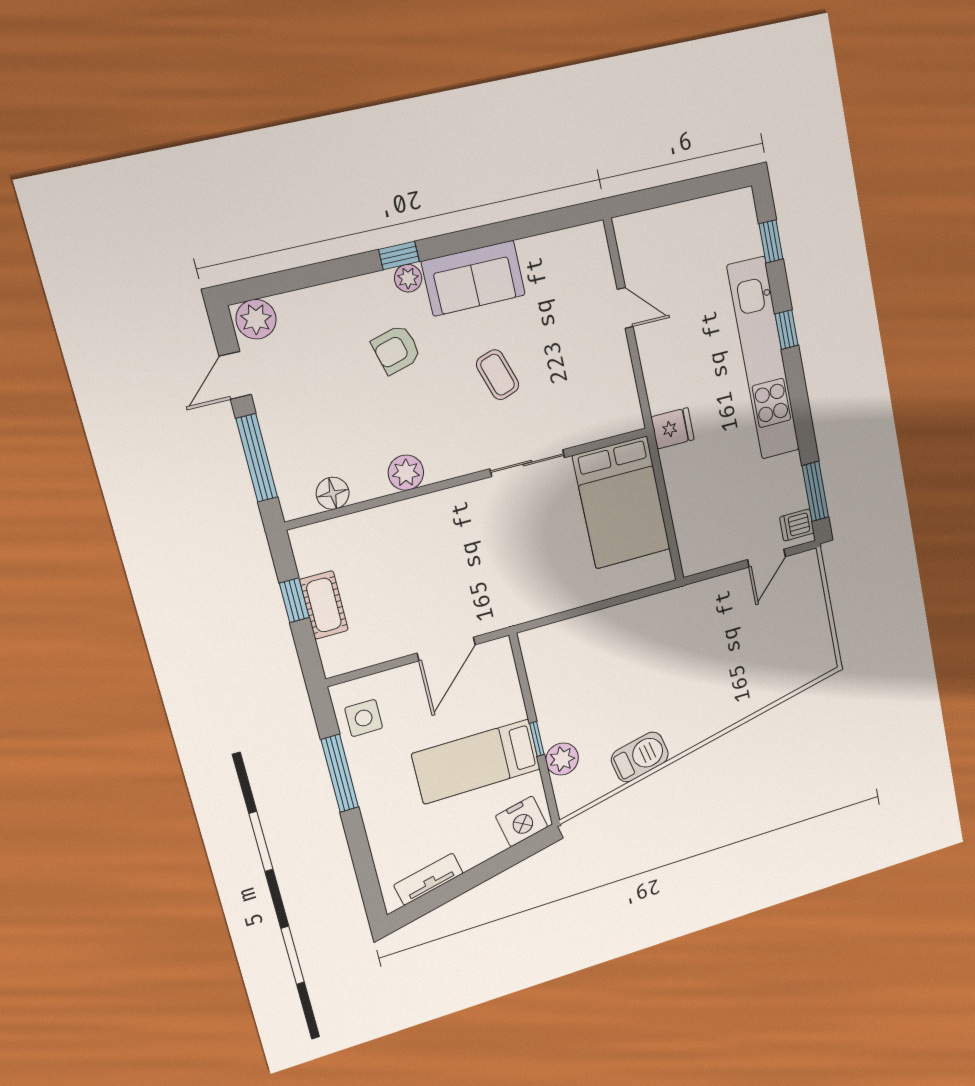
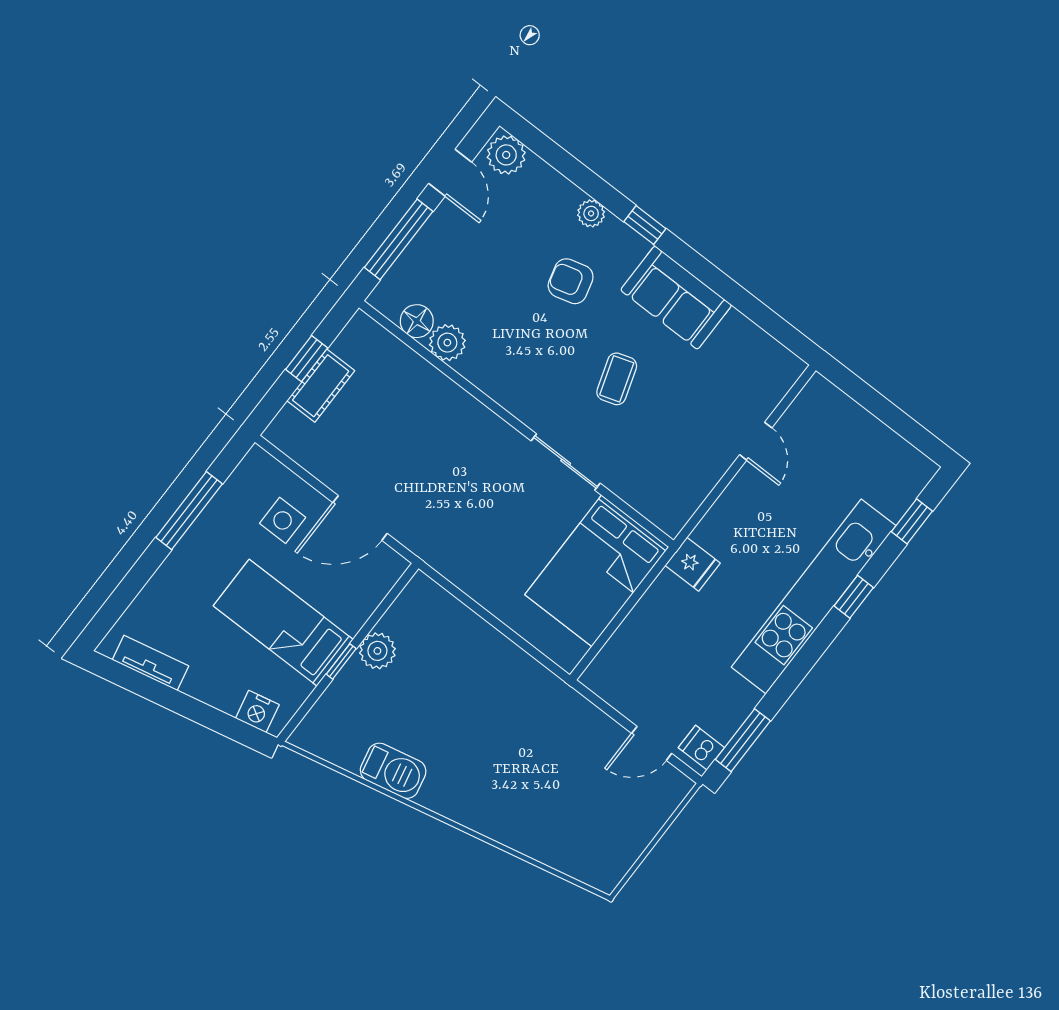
plant: (408, 278) -> (591, 213), moved
door: (235, 375) -> (450, 173), swing flipped
plant: (406, 473) -> (447, 343), moved
side table: (364, 718) -> (283, 520), moved
plant: (562, 759) -> (377, 651), moved
nightstand: (522, 821) -> (257, 712), width x0.74, depth x0.75

